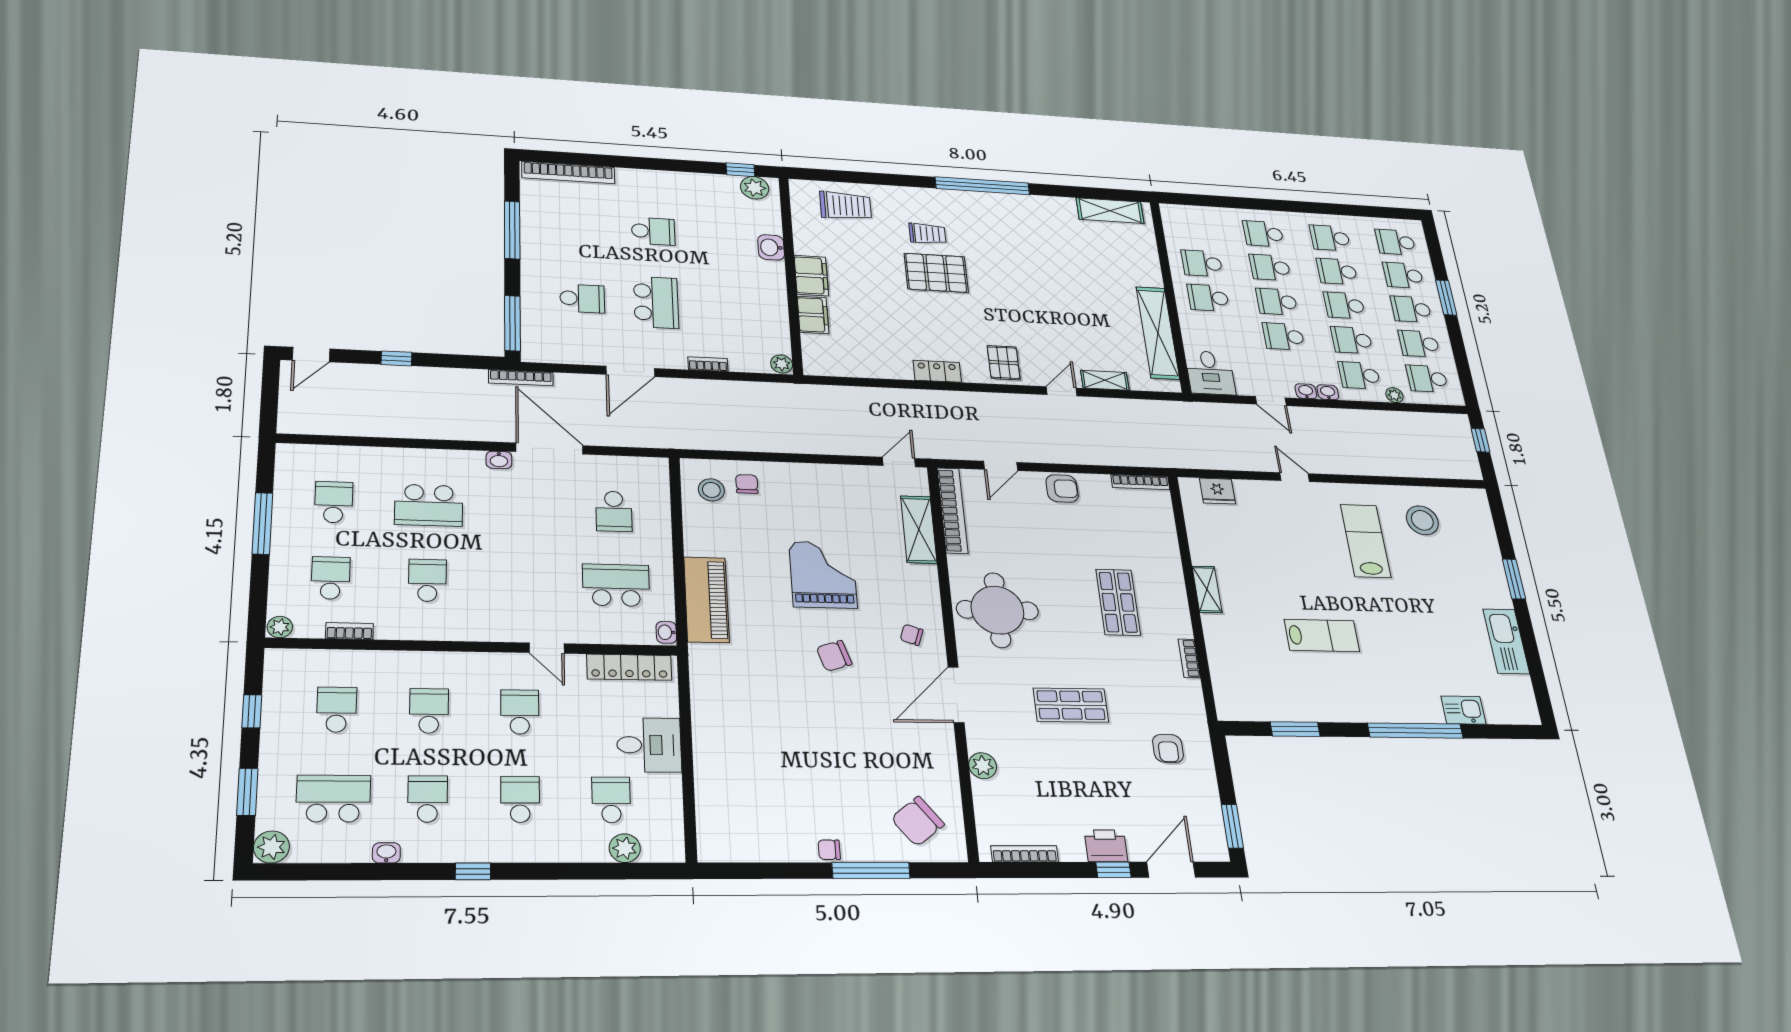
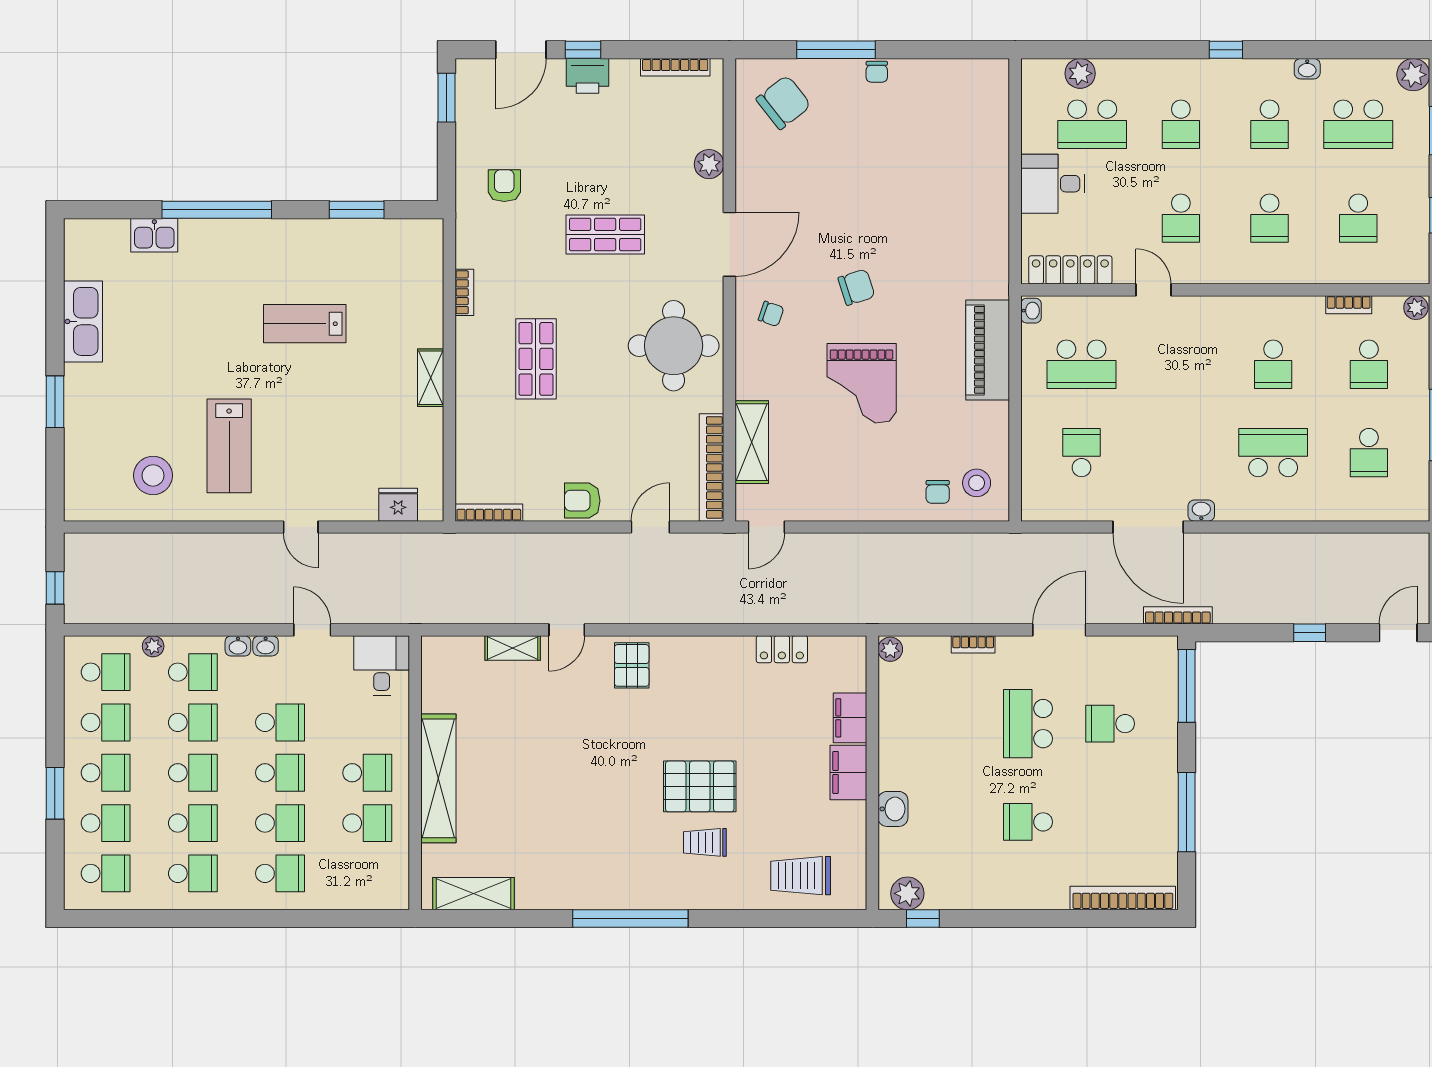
shelving: (1158, 333) -> (438, 778), moved
locker: (937, 371) -> (782, 649), moved
school desk: (611, 800) -> (1092, 124), width x1.85
chair: (829, 850) -> (877, 72), turned 90

